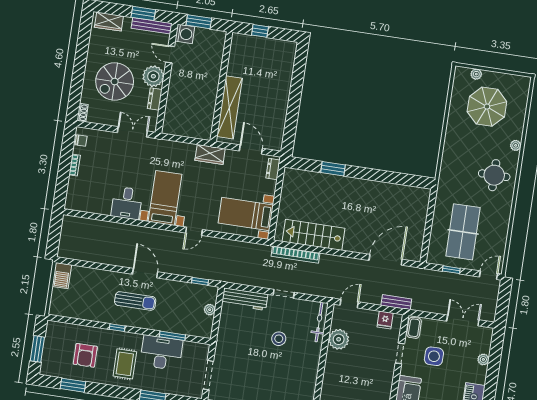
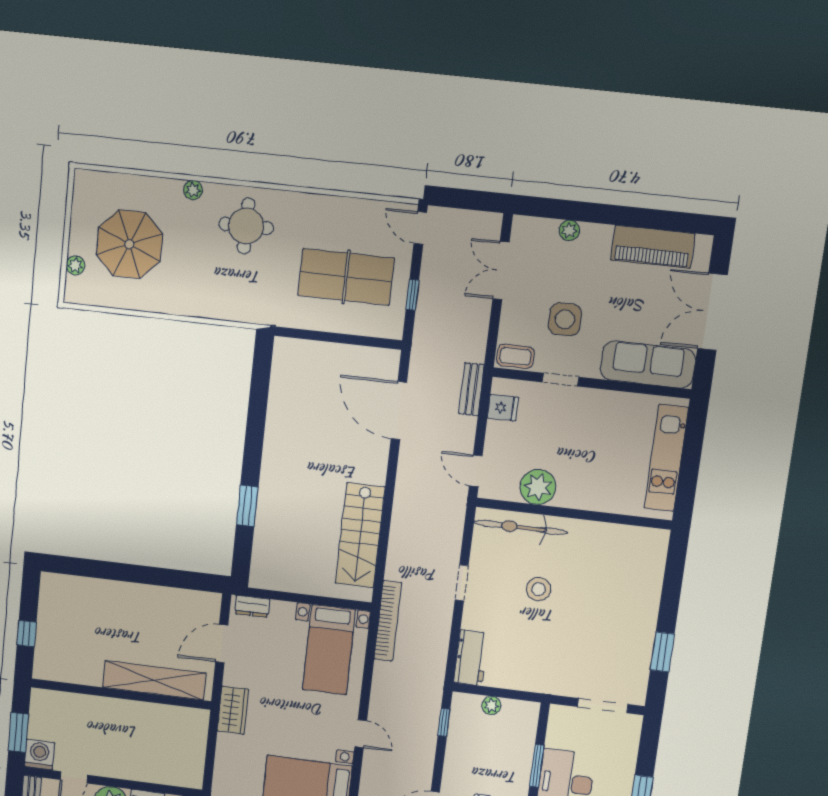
bookcase: (295, 255) -> (388, 621), moved
workbench: (245, 299) -> (471, 658), width x0.73
bicycle: (319, 322) -> (521, 527), width x1.37, depth x1.40

